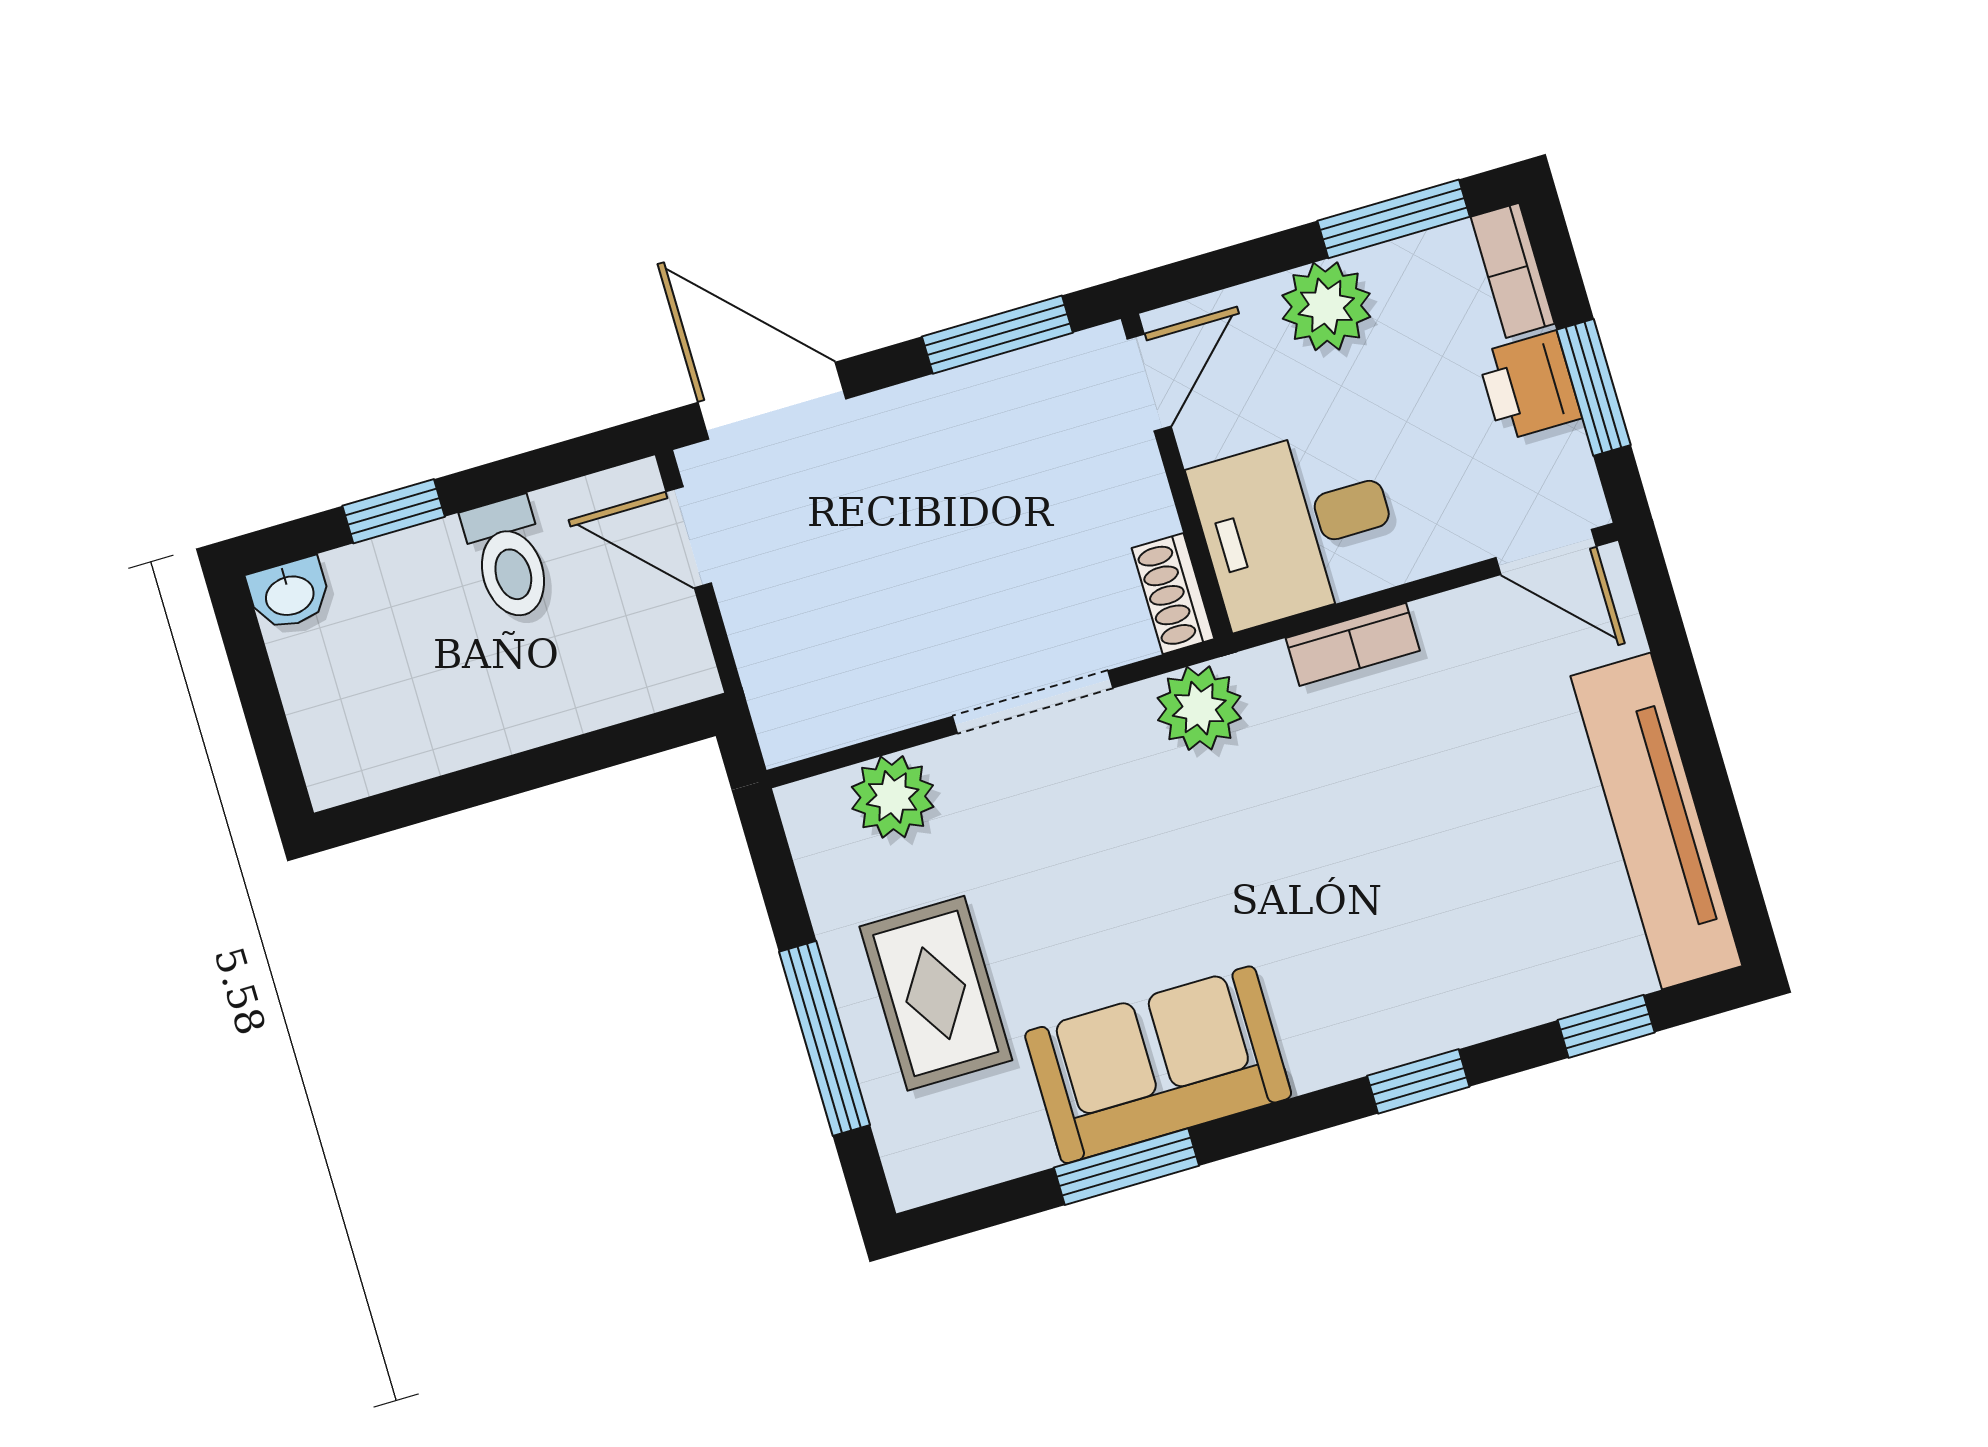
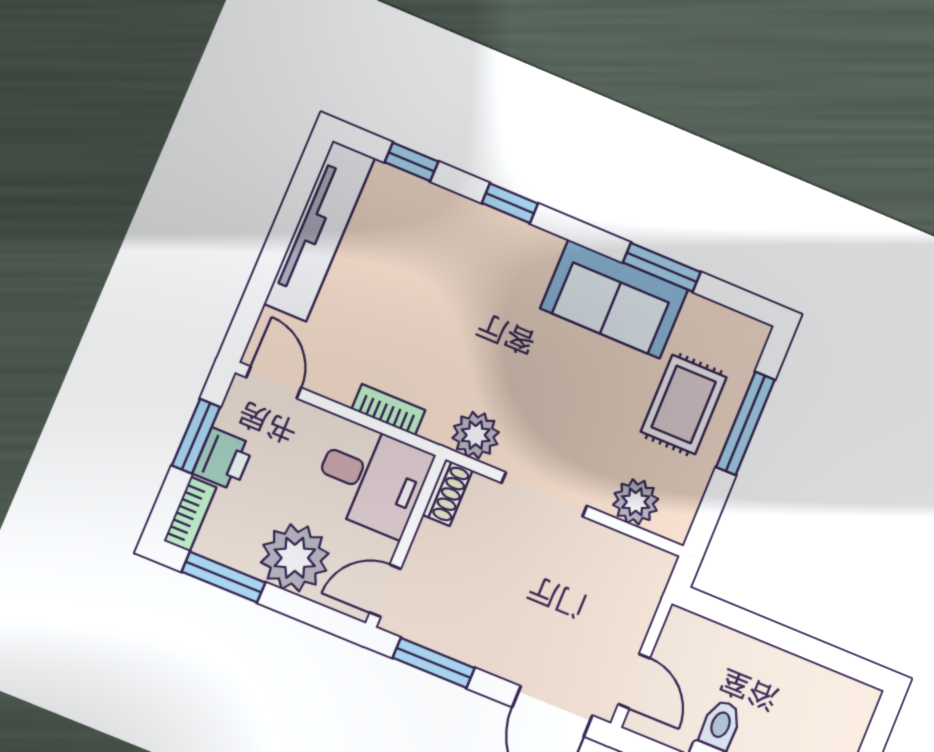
plant: (1326, 306) -> (295, 558), width x1.36, depth x1.36

